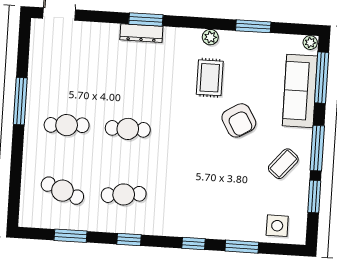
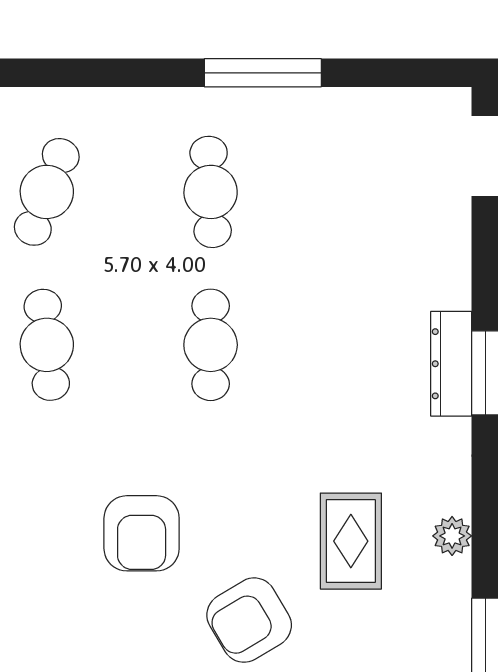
rug: (210, 78) -> (351, 541), turned 90
armchair: (201, 161) -> (142, 533), added

